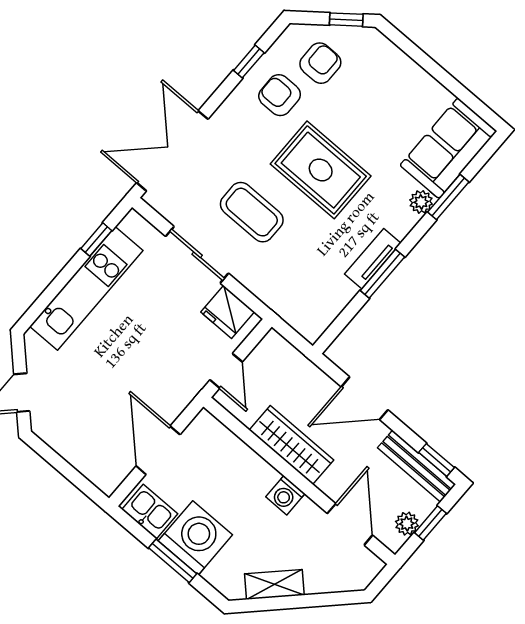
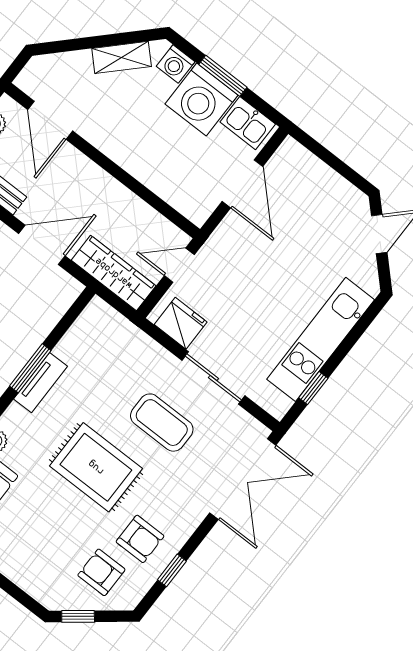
armchair: (320, 63) -> (101, 572), turned 90
door: (226, 371) -> (179, 265), hinge flipped
wardrobe: (291, 445) -> (114, 273), moved, turned 180
washing machine: (285, 495) -> (176, 64), moved, turned 180

